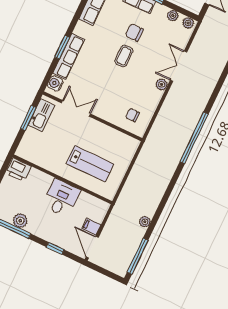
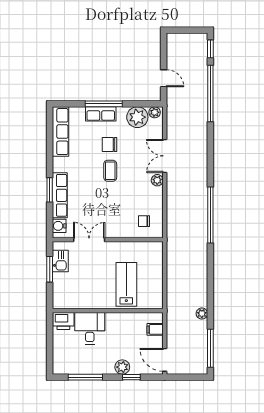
plant: (173, 16) -> (137, 117), width x1.87, depth x1.87
kitchen sink: (41, 115) -> (60, 261), width x0.73
lab bench: (90, 164) -> (126, 284), turned -90
desk: (61, 198) -> (90, 328), moved
plant: (20, 221) -> (122, 367), moved
filing cabinet: (91, 227) -> (155, 329), moved

